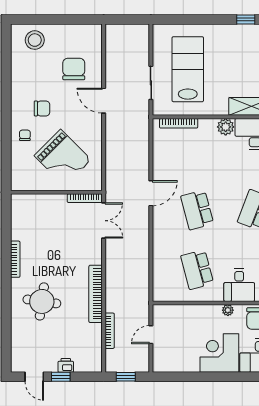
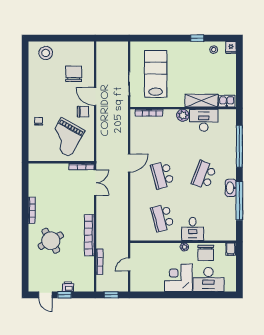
chair: (42, 108) -> (83, 112), moved
grand piano: (63, 158) -> (66, 137), turned 74
round table: (42, 301) -> (51, 241), turned -38

